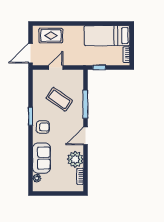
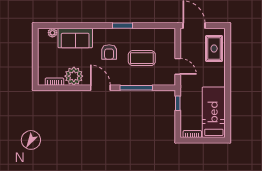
door: (56, 68) -> (178, 66), moved
coffee table: (59, 99) -> (142, 58), turned 55
armchair: (43, 127) -> (109, 52), moved

